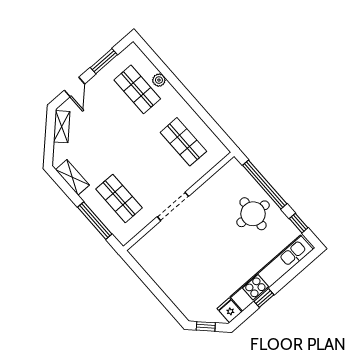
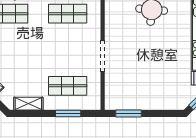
window: (95, 221) -> (68, 113), width x0.69
window: (142, 275) -> (128, 113), added

